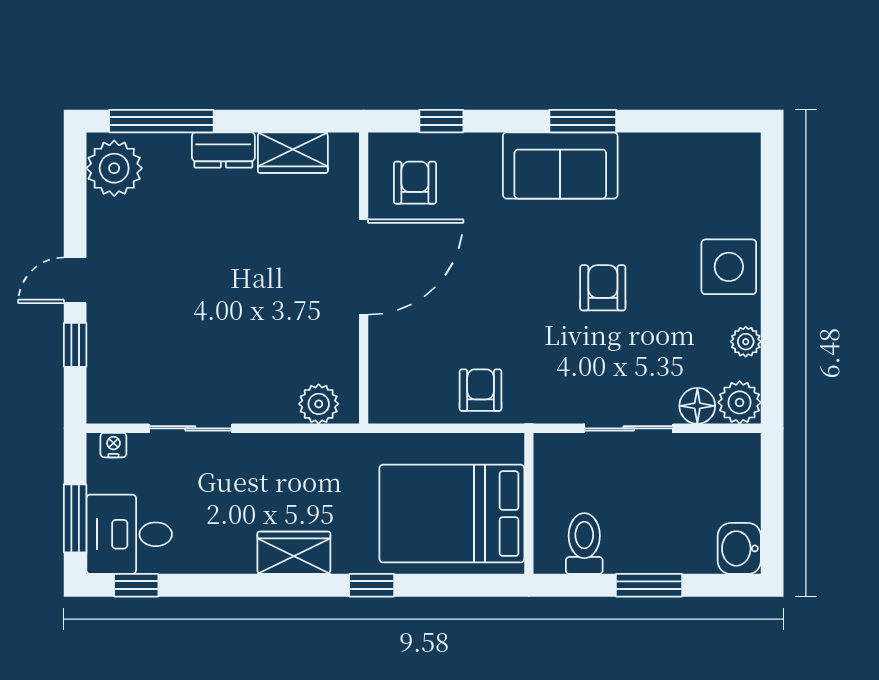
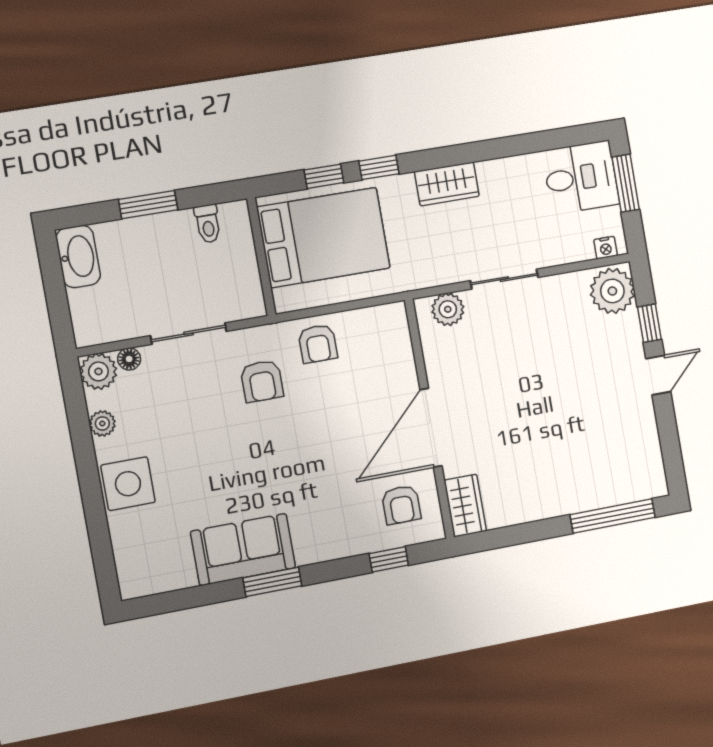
dresser: (223, 150) -> (560, 502), removed
wardrobe: (293, 153) -> (465, 506), moved, turned 90
sofa: (560, 165) -> (243, 550), moved
plant: (114, 168) -> (612, 291), moved
armchair: (603, 288) -> (262, 381), moved
floor lamp: (697, 406) -> (129, 359), width x0.73, depth x0.73
sliding door: (190, 428) -> (504, 279), moved
toilet: (584, 544) -> (208, 224), width x0.73, depth x0.72
washbasin: (739, 548) -> (78, 257), width x1.38
window: (136, 585) -> (324, 176), moved

